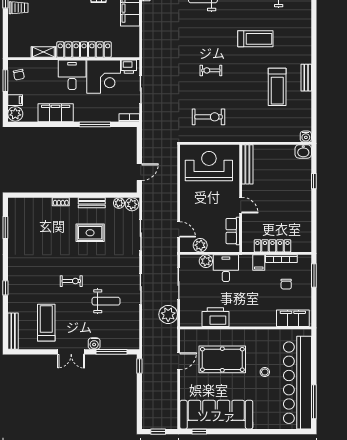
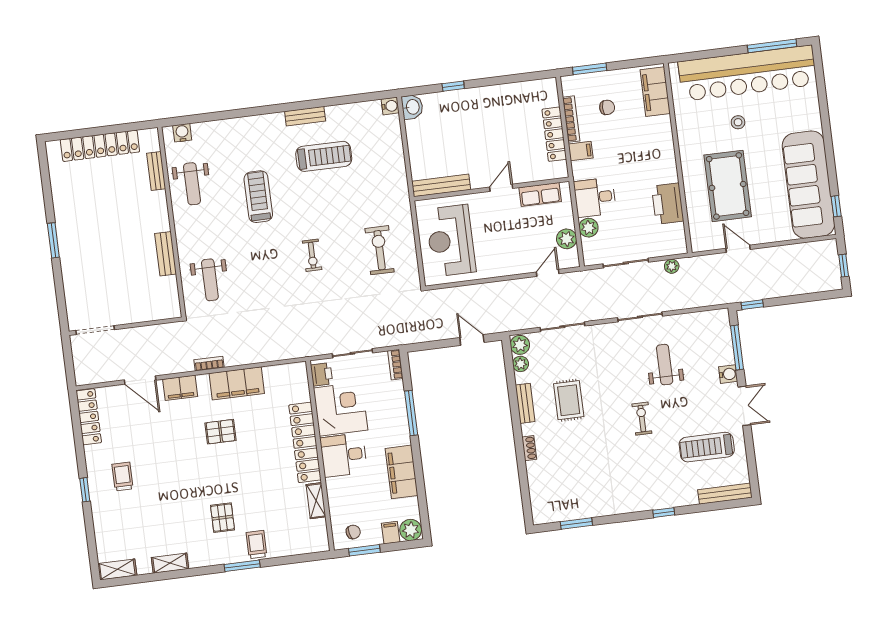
plant: (168, 314) -> (672, 266), width x0.53, depth x0.53

